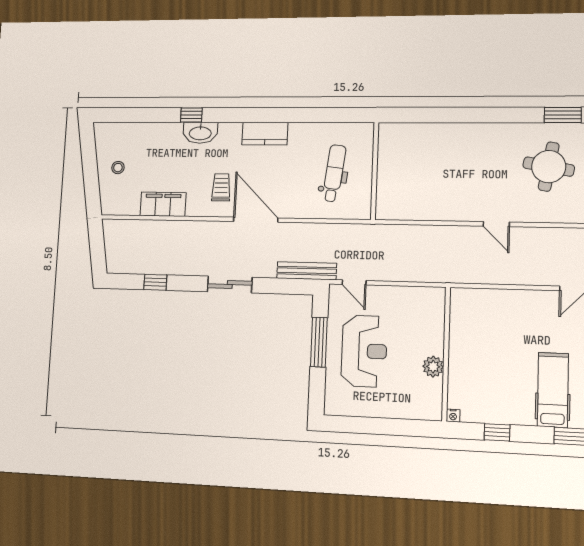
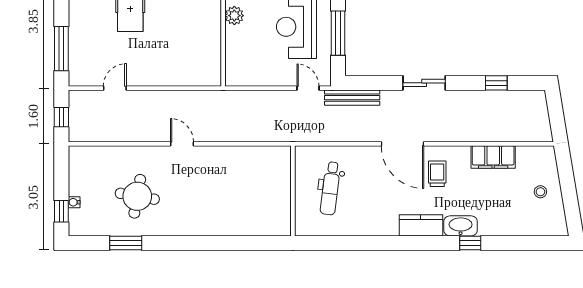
kitchen counter: (265, 134) -> (421, 225), moved
trolley: (221, 187) -> (437, 174), turned 180

